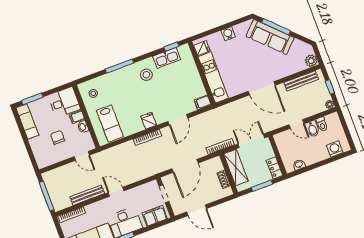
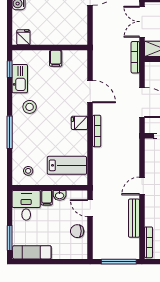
kitchen unit: (213, 77) -> (59, 37), removed
filing cabinet: (203, 102) -> (56, 58), moved
chair: (58, 137) -> (77, 231), moved
door: (82, 156) -> (90, 208), swing flipped

